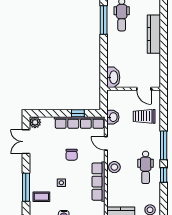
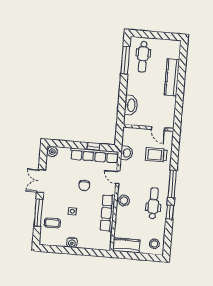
washbasin: (113, 77) -> (131, 105), moved
double door: (26, 142) -> (41, 181), moved
dental chair: (146, 167) -> (153, 203), turned 180

